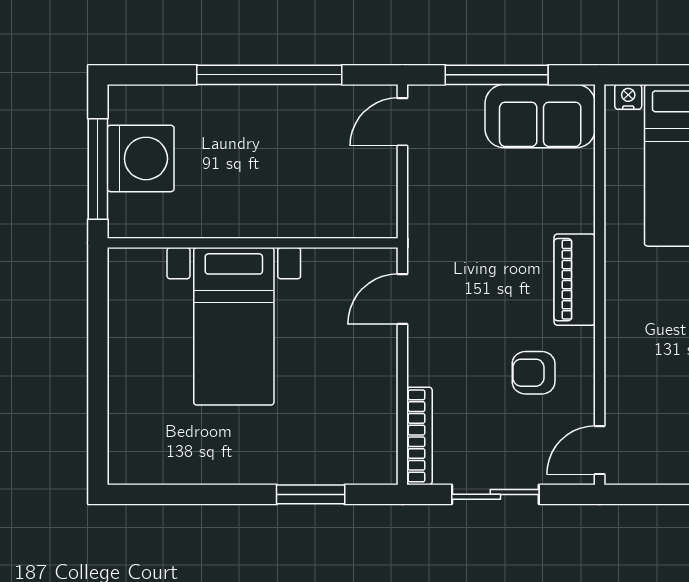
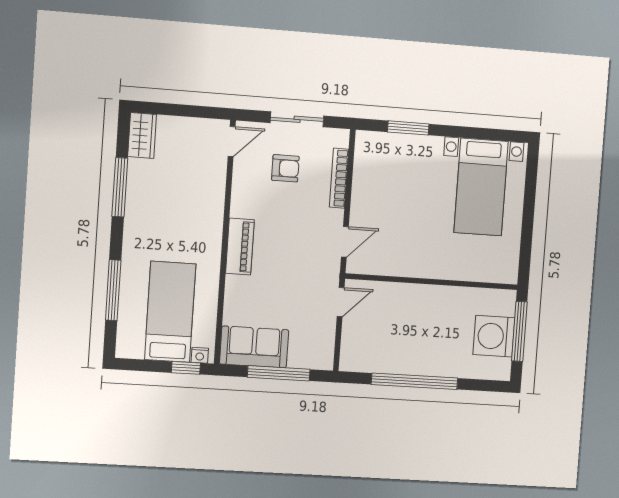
window: (649, 75) -> (186, 368), added
door: (402, 122) -> (341, 302), moved
bed with nightstands: (234, 326) -> (481, 187), moved, turned 180
armchair: (534, 373) -> (285, 168), moved
bookcase: (420, 436) -> (339, 178), moved

